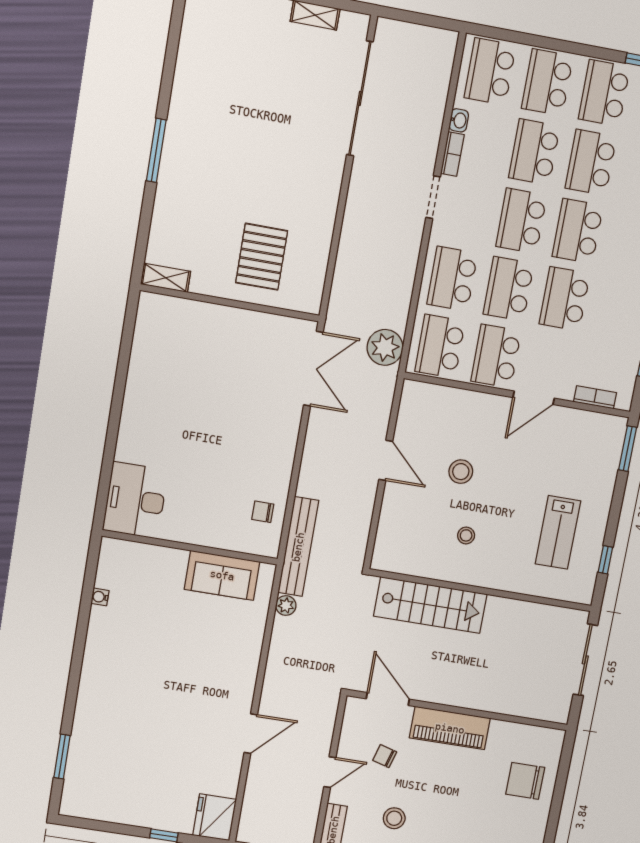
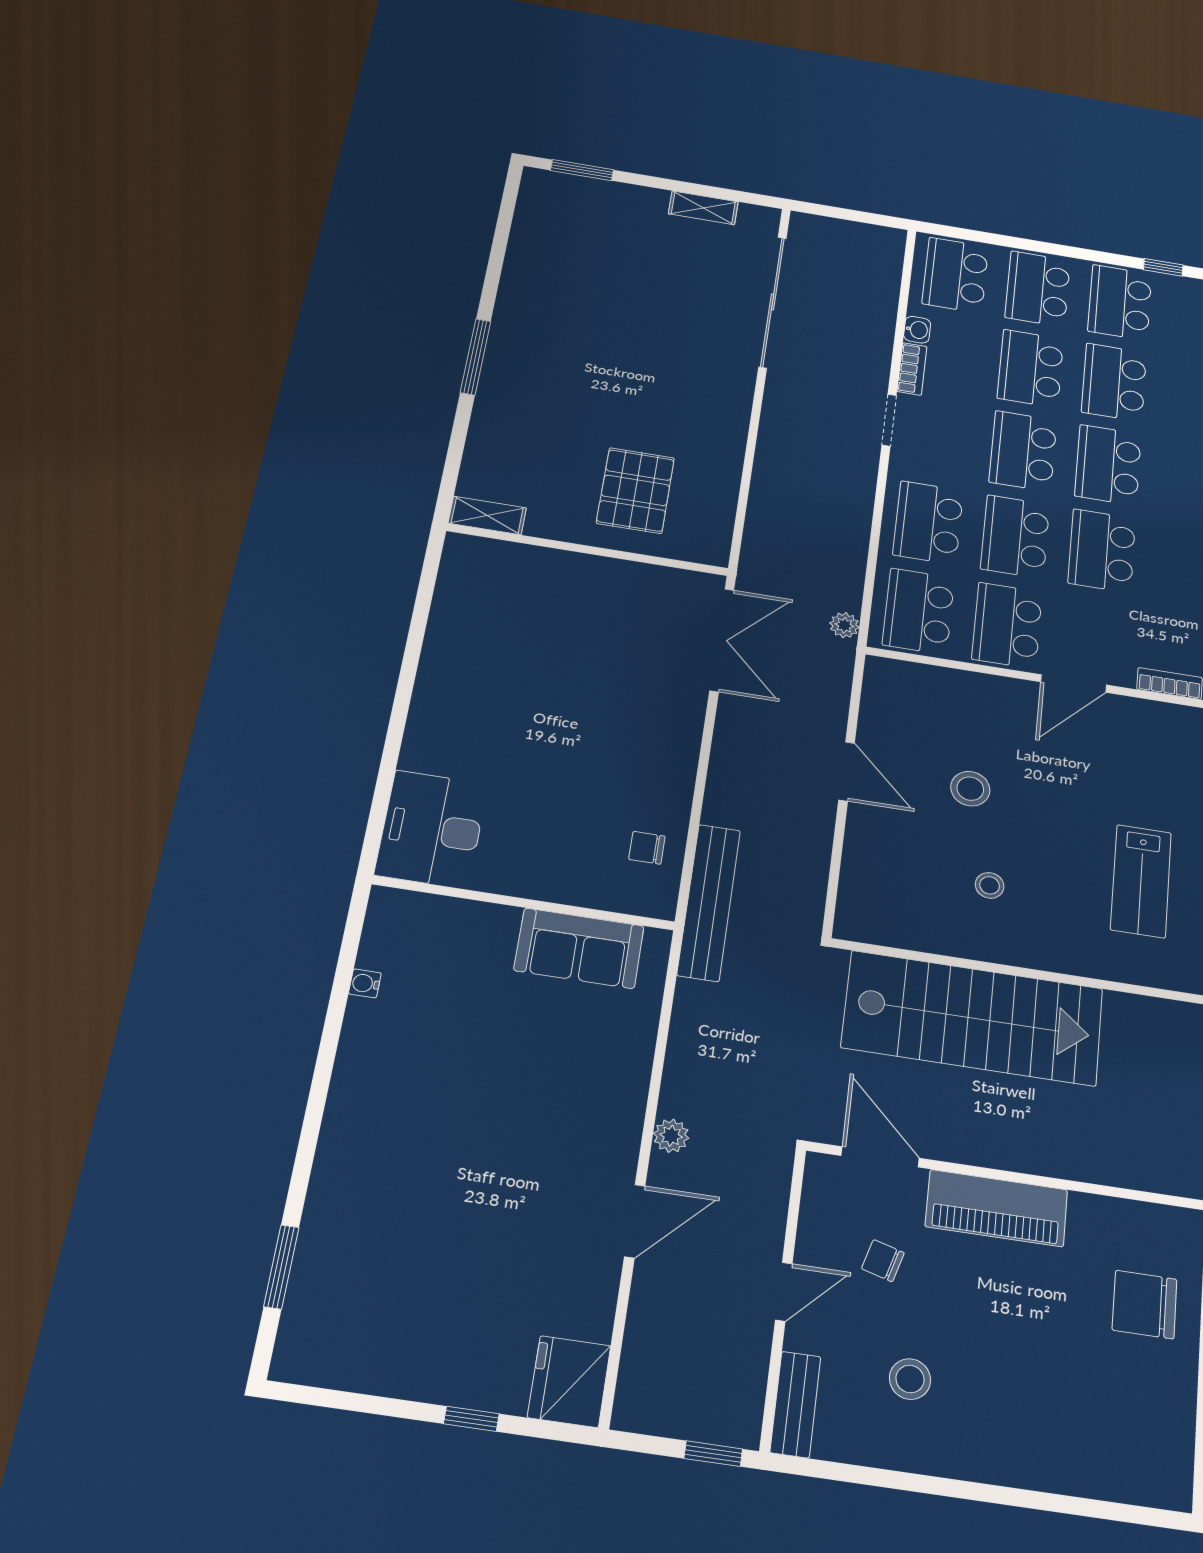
plant: (385, 347) -> (844, 625), width x0.53, depth x0.53
stairs: (430, 605) -> (973, 1018), width x1.36, depth x1.51
plant: (286, 606) -> (671, 1136), moved

